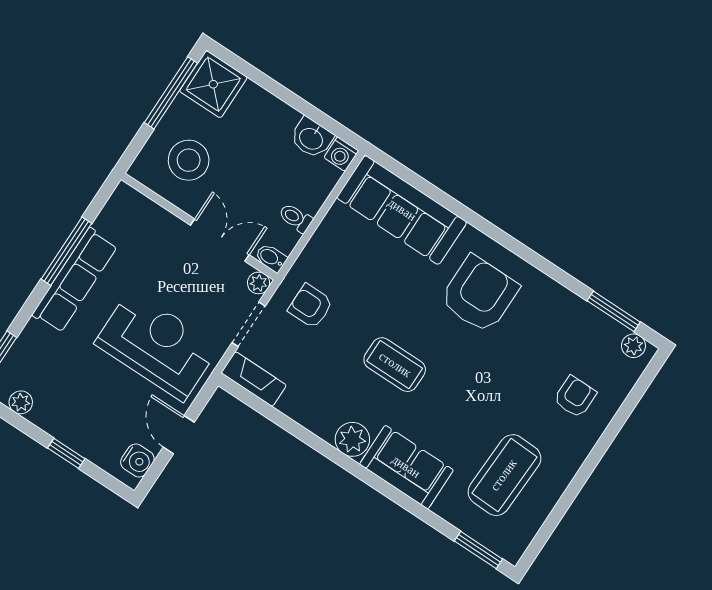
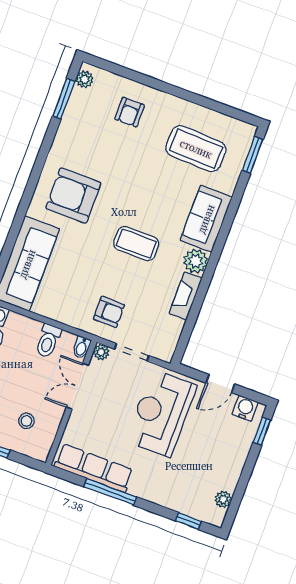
stool: (189, 160) -> (26, 421), width x0.53, depth x0.53
toilet: (296, 218) -> (48, 341), width x1.37, depth x1.39
row of seats: (75, 280) -> (94, 468), moved
armchair: (311, 306) -> (109, 312), turned -90
coffee table: (395, 365) -> (136, 244), turned 90
fireplace: (254, 379) -> (186, 296), moved
armchair: (575, 397) -> (130, 112), turned -90
window: (66, 453) -> (262, 431), moved

